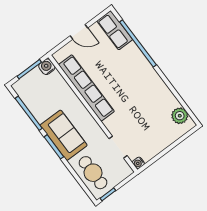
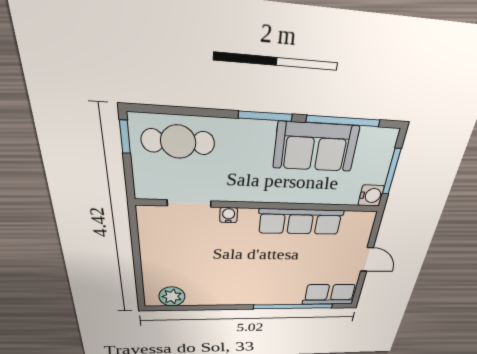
door: (79, 32) -> (367, 260), swing flipped
row of seats: (86, 88) -> (300, 222), width x0.73
sofa: (64, 135) -> (316, 147), moved
water cooler: (138, 163) -> (229, 215), moved

